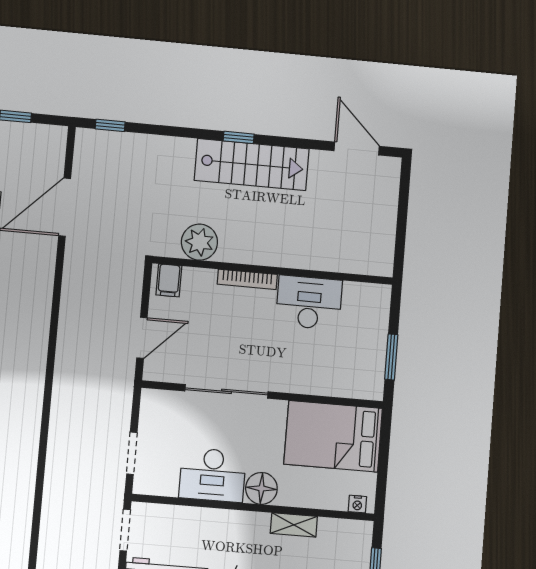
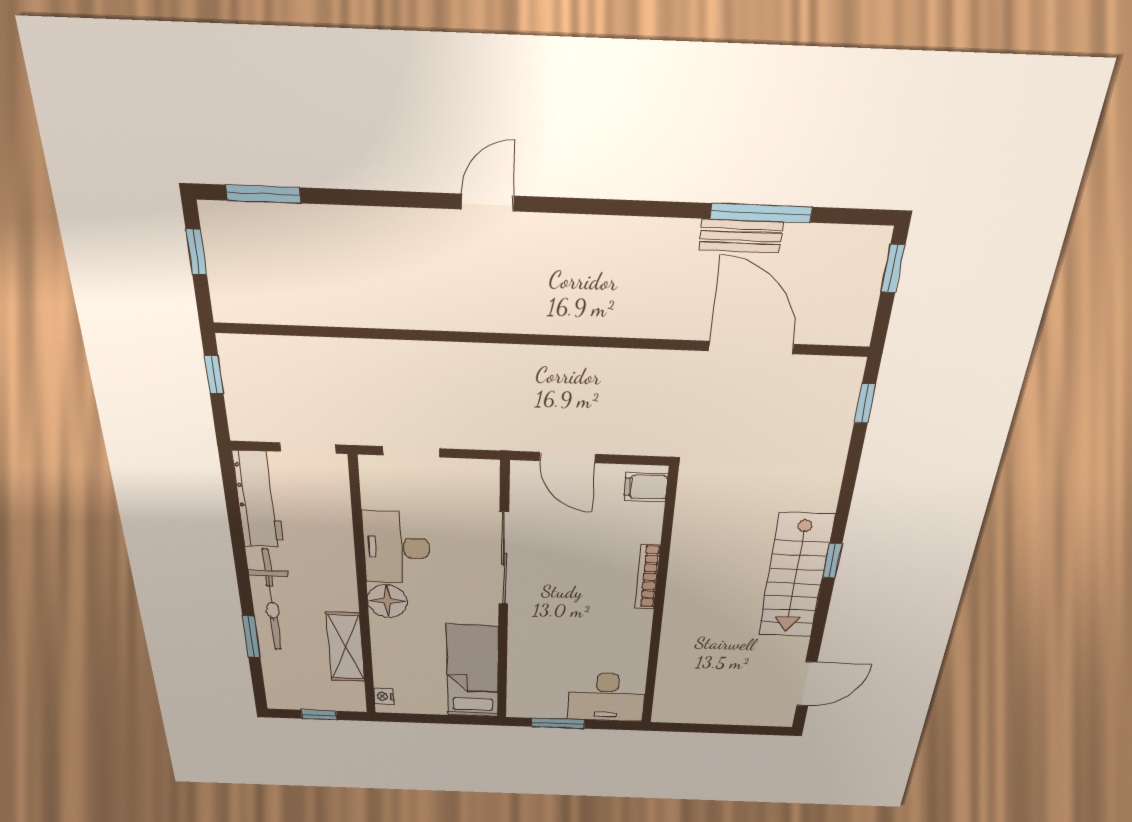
plant: (199, 242) -> (697, 521), removed
desk: (309, 302) -> (607, 697), moved, turned 90
bed: (333, 436) -> (473, 672), width x0.67
shelving: (294, 525) -> (345, 647), width x1.50, depth x1.33

